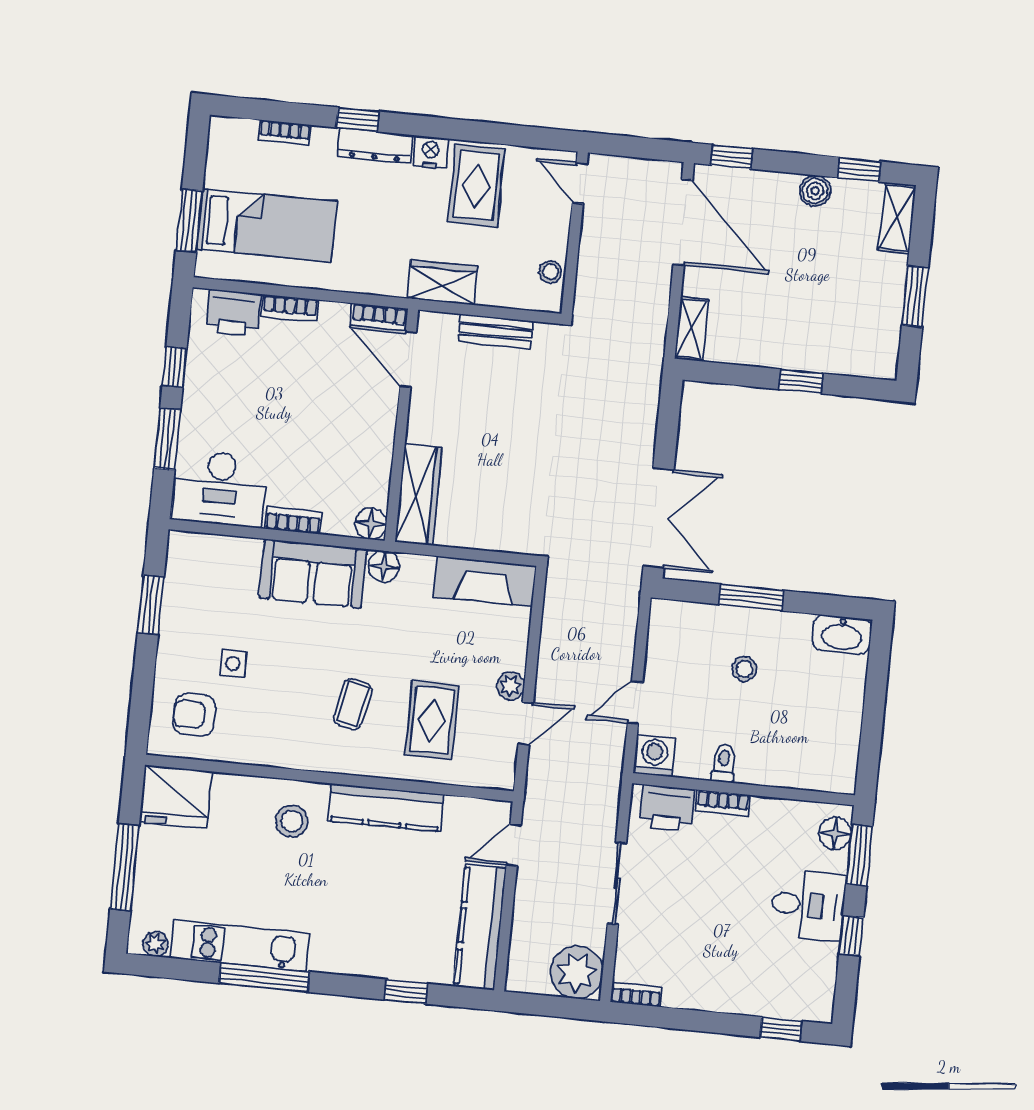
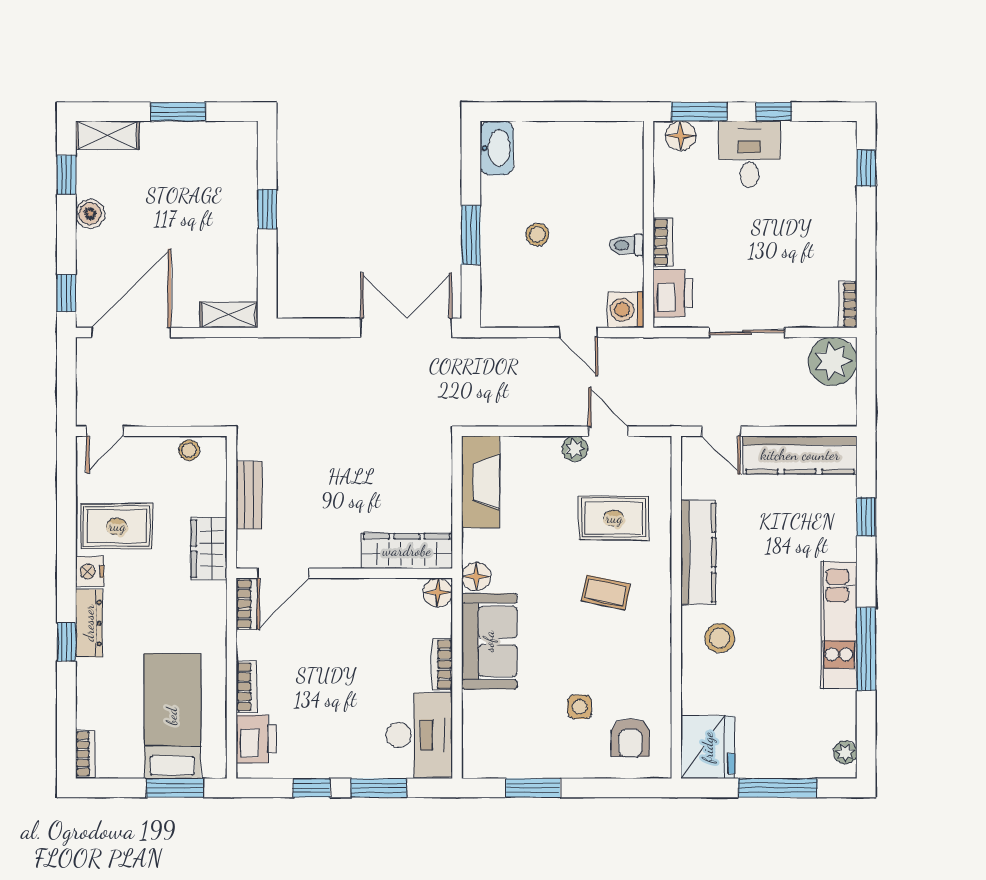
bookcase: (285, 132) -> (85, 754), moved
kitchen unit: (240, 946) -> (839, 625), moved

